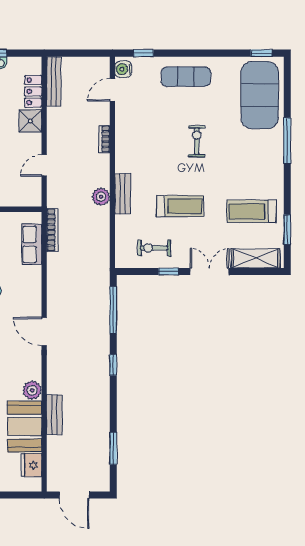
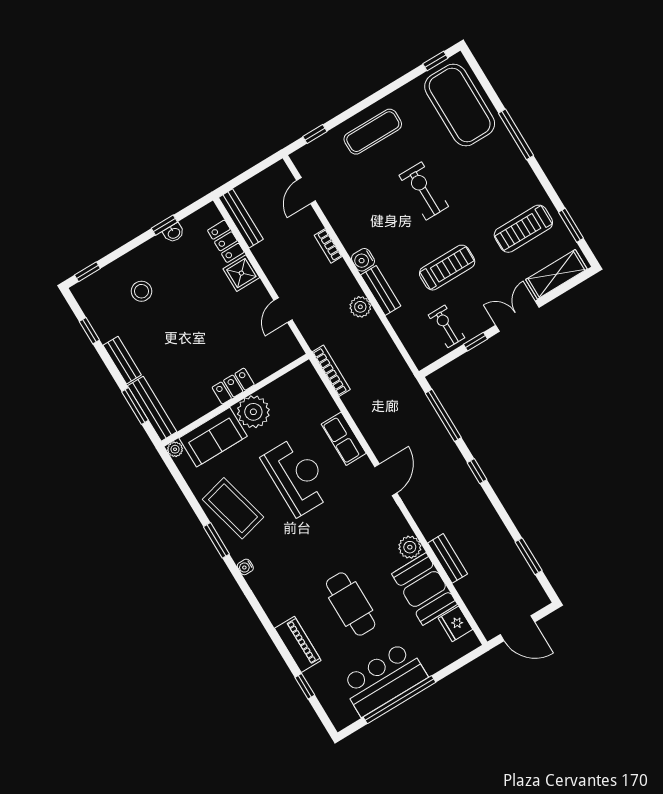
water cooler: (123, 69) -> (363, 260), moved
exercise bike: (197, 141) -> (424, 191), width x1.38, depth x1.39
row of seats: (32, 244) -> (344, 439), moved
exercise bike: (154, 248) -> (446, 326), turned 90
door: (44, 332) -> (386, 480), swing flipped

